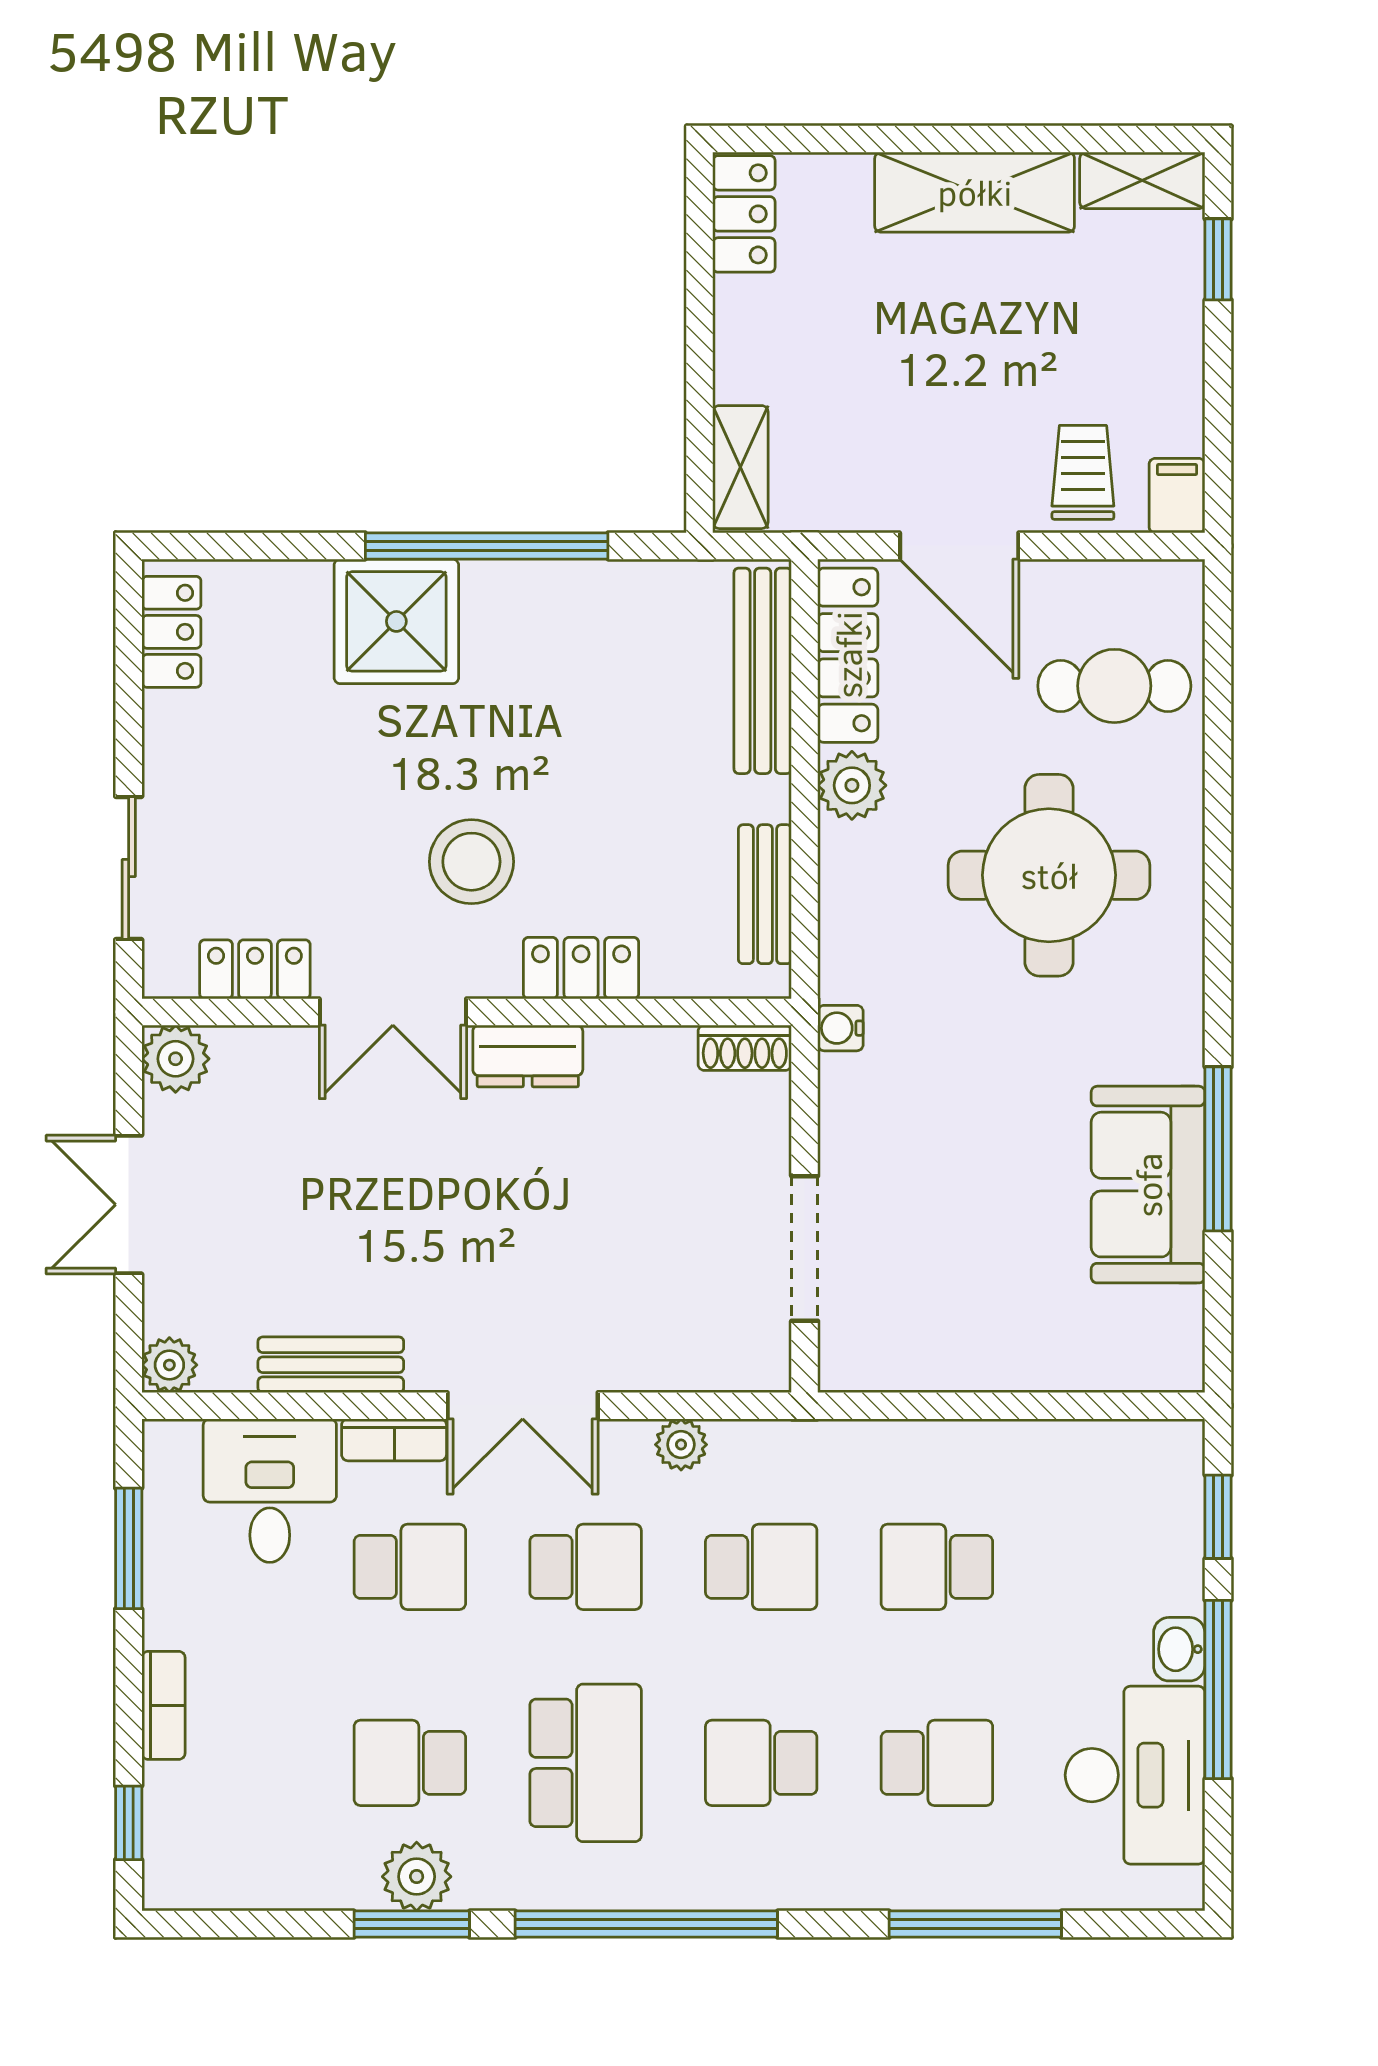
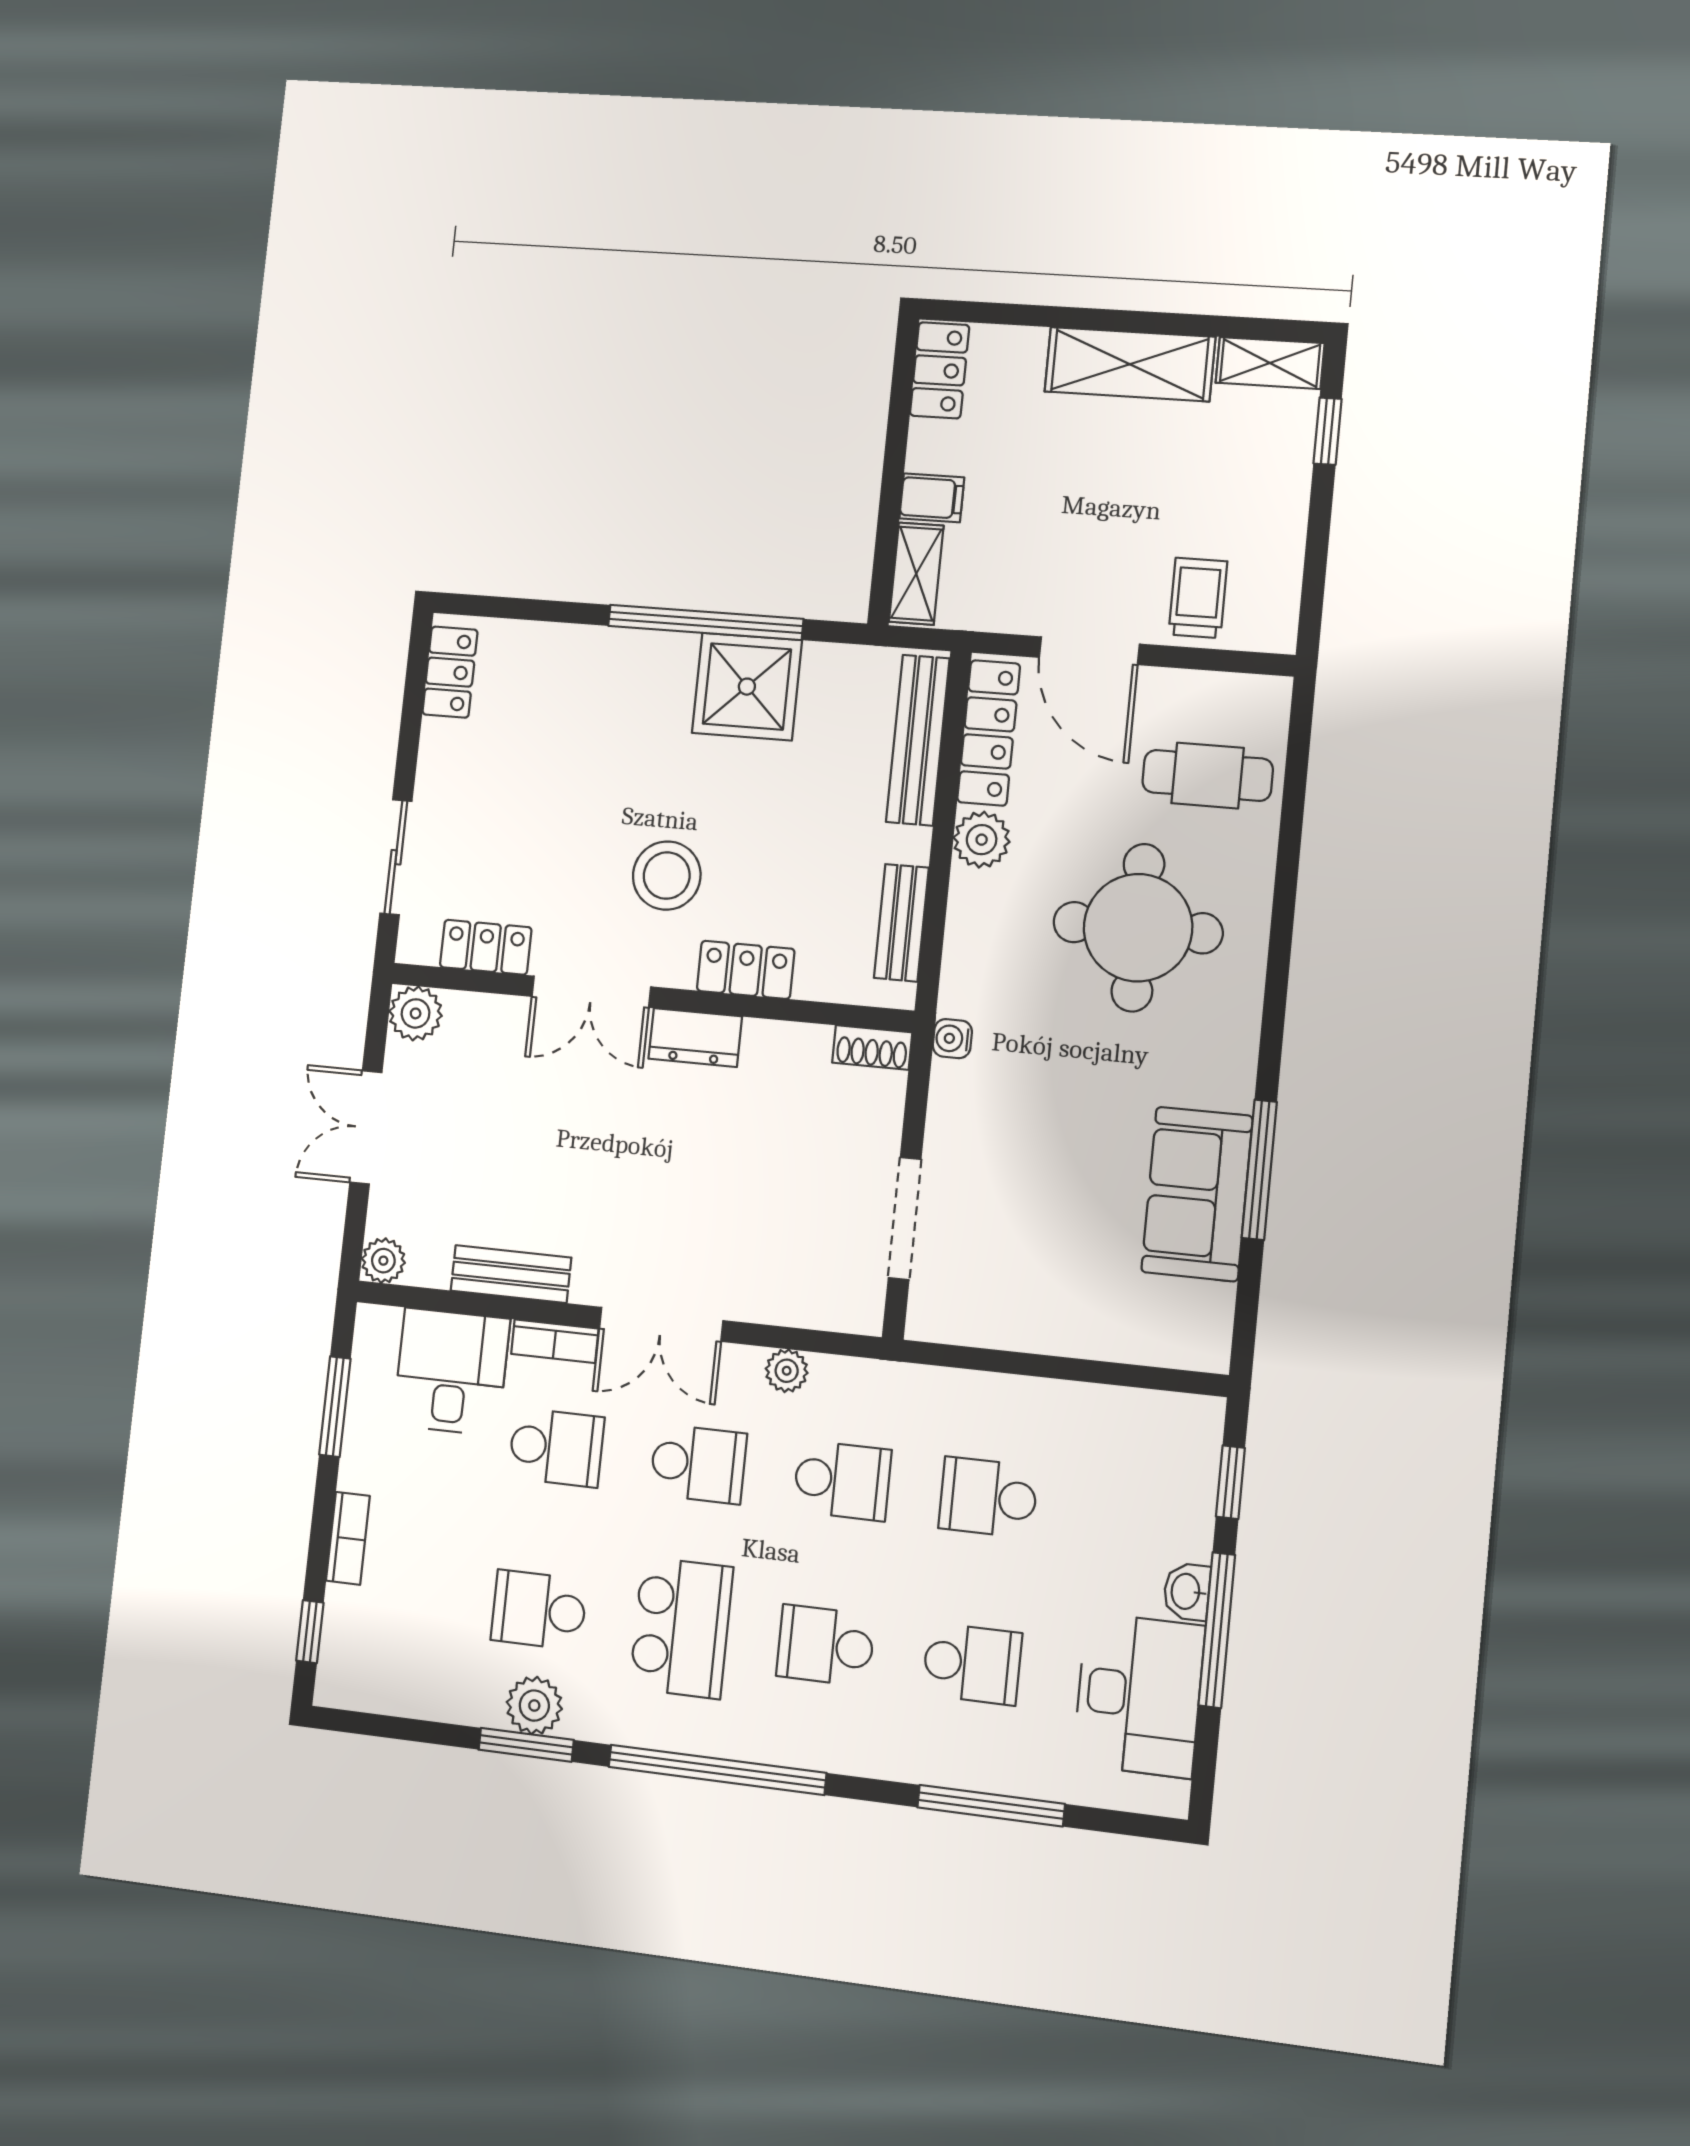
filing cabinet: (1177, 496) -> (932, 498), moved, turned 90
shower: (396, 621) -> (747, 687), moved

